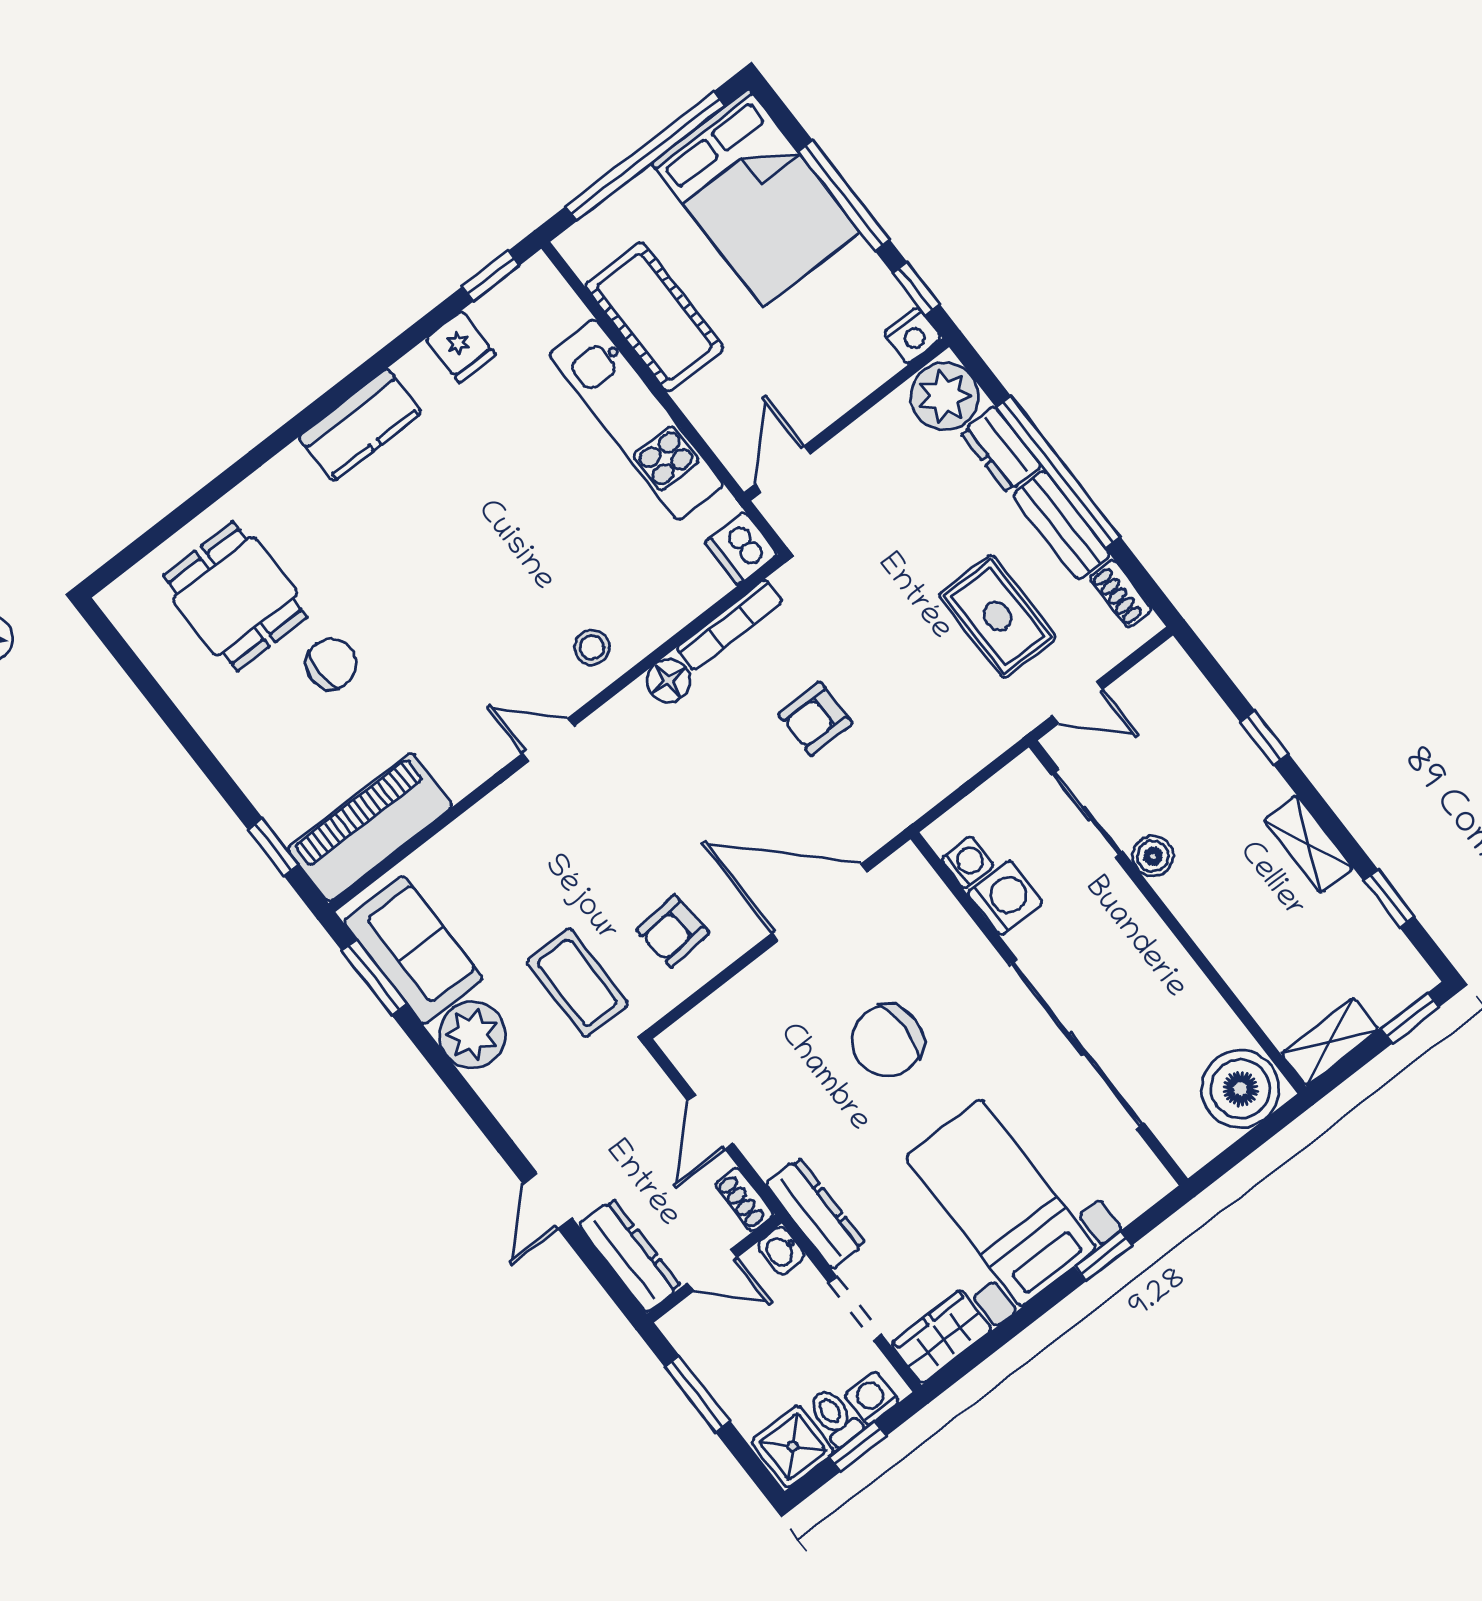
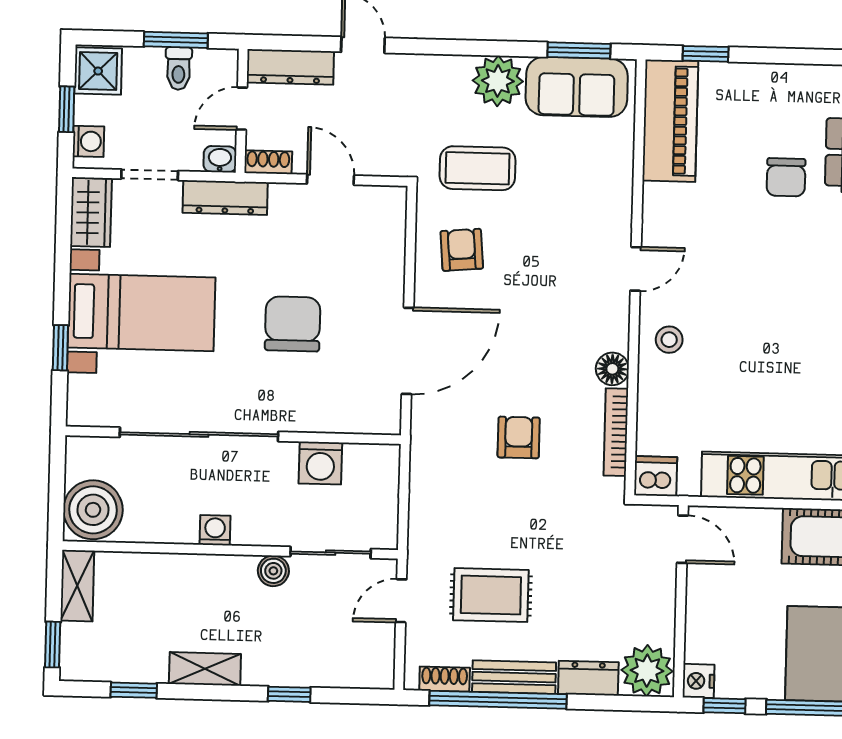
window: (1058, 472) -> (498, 700), moved
washing machine: (967, 862) -> (215, 530), moved, turned 180
toilet: (835, 1417) -> (179, 68), moved, turned 90

